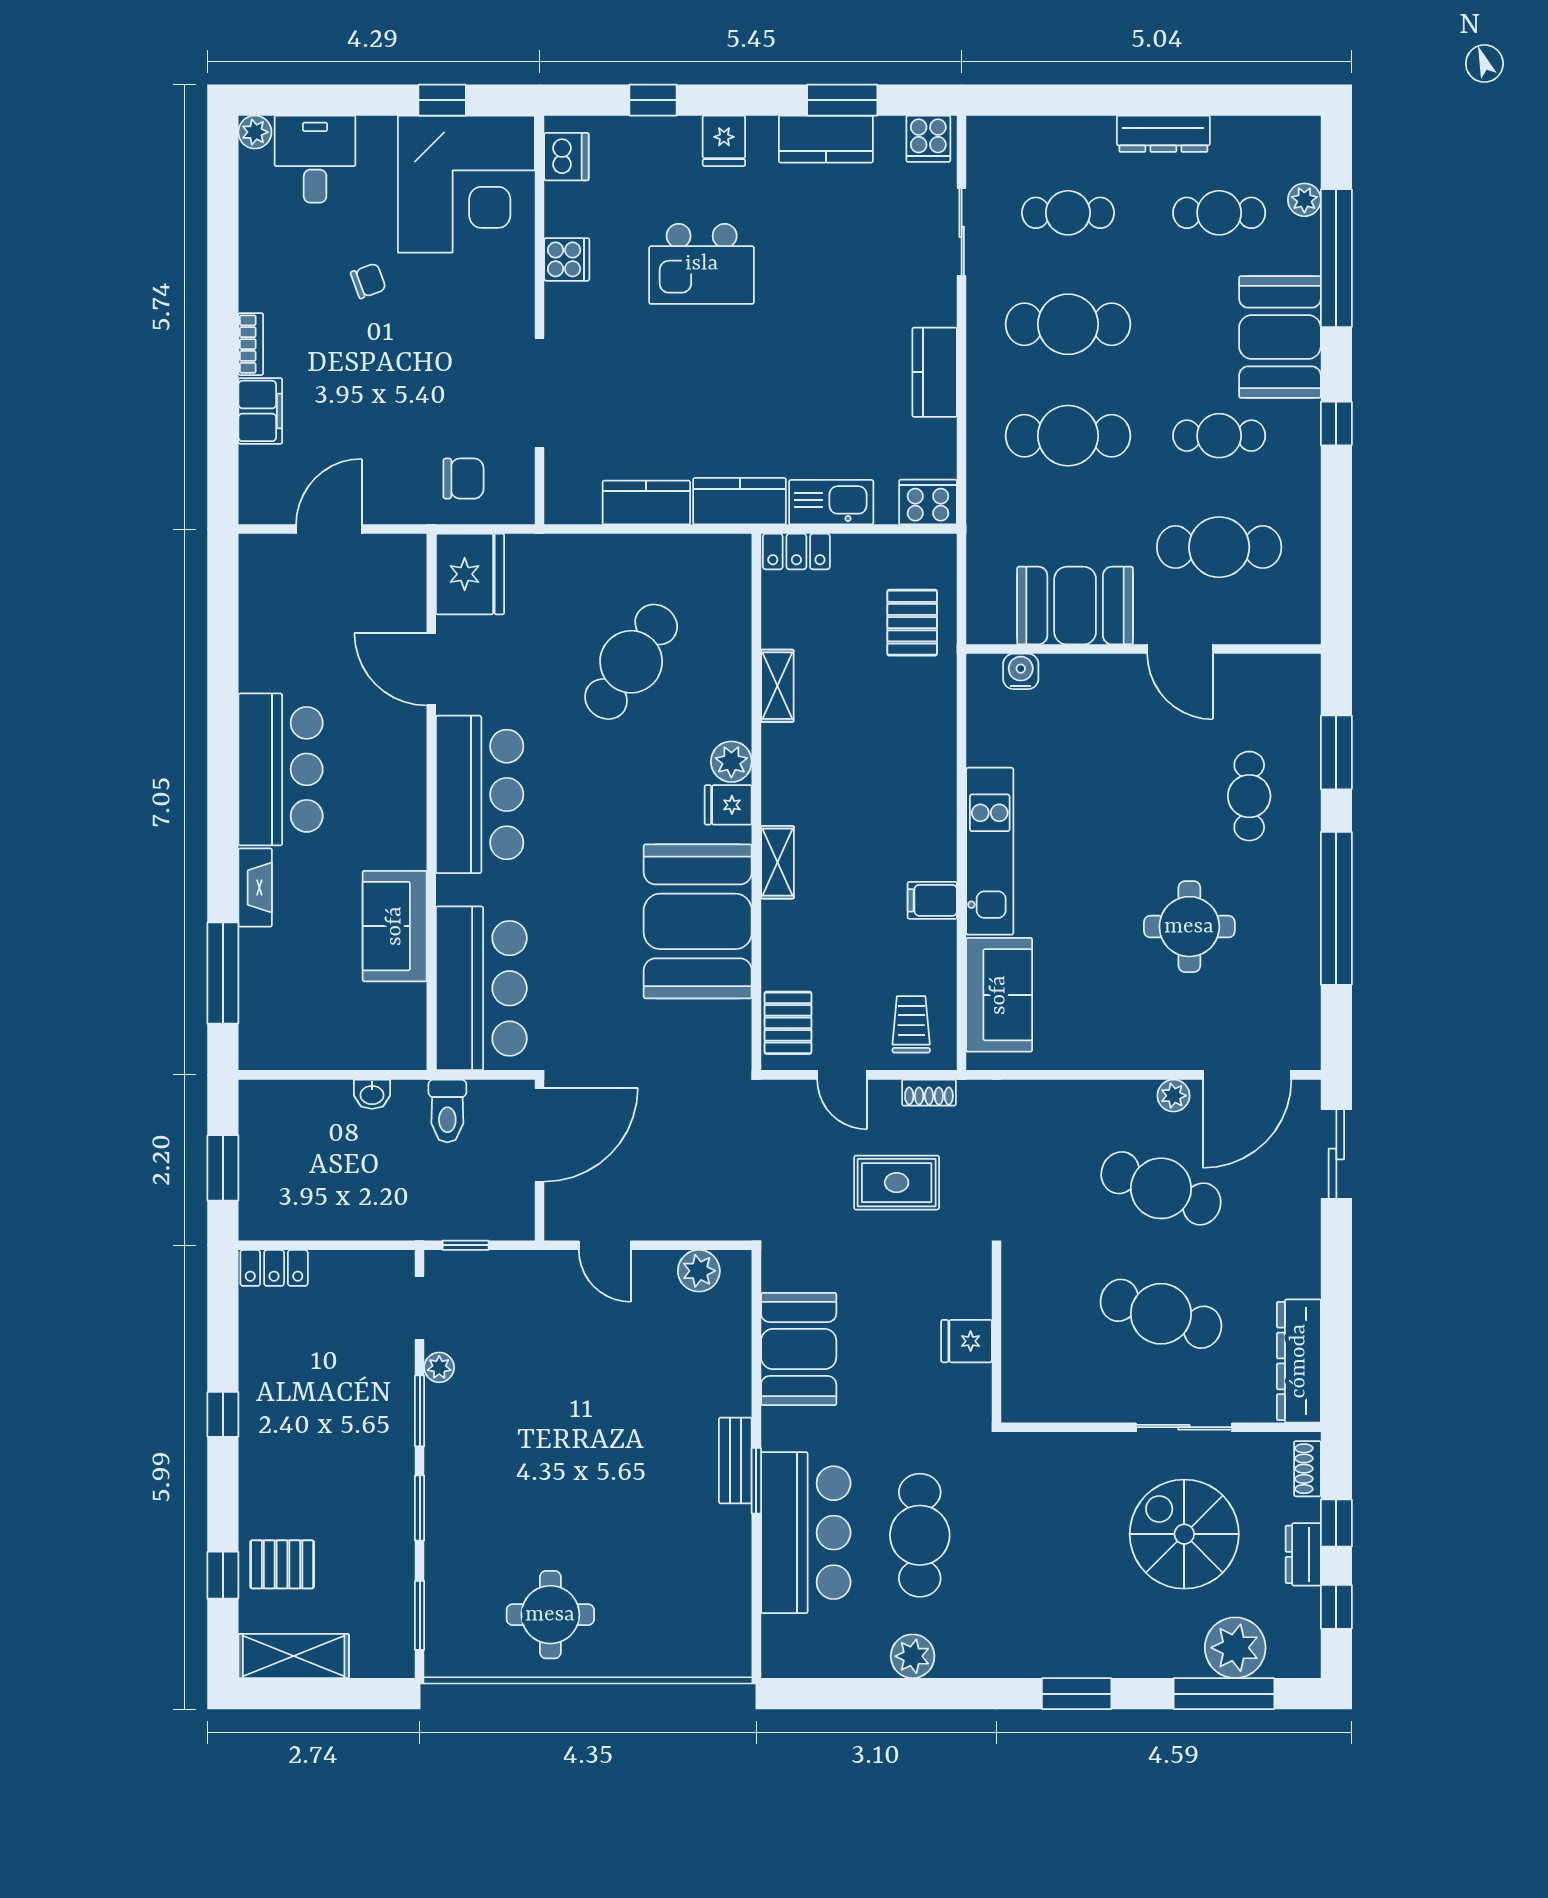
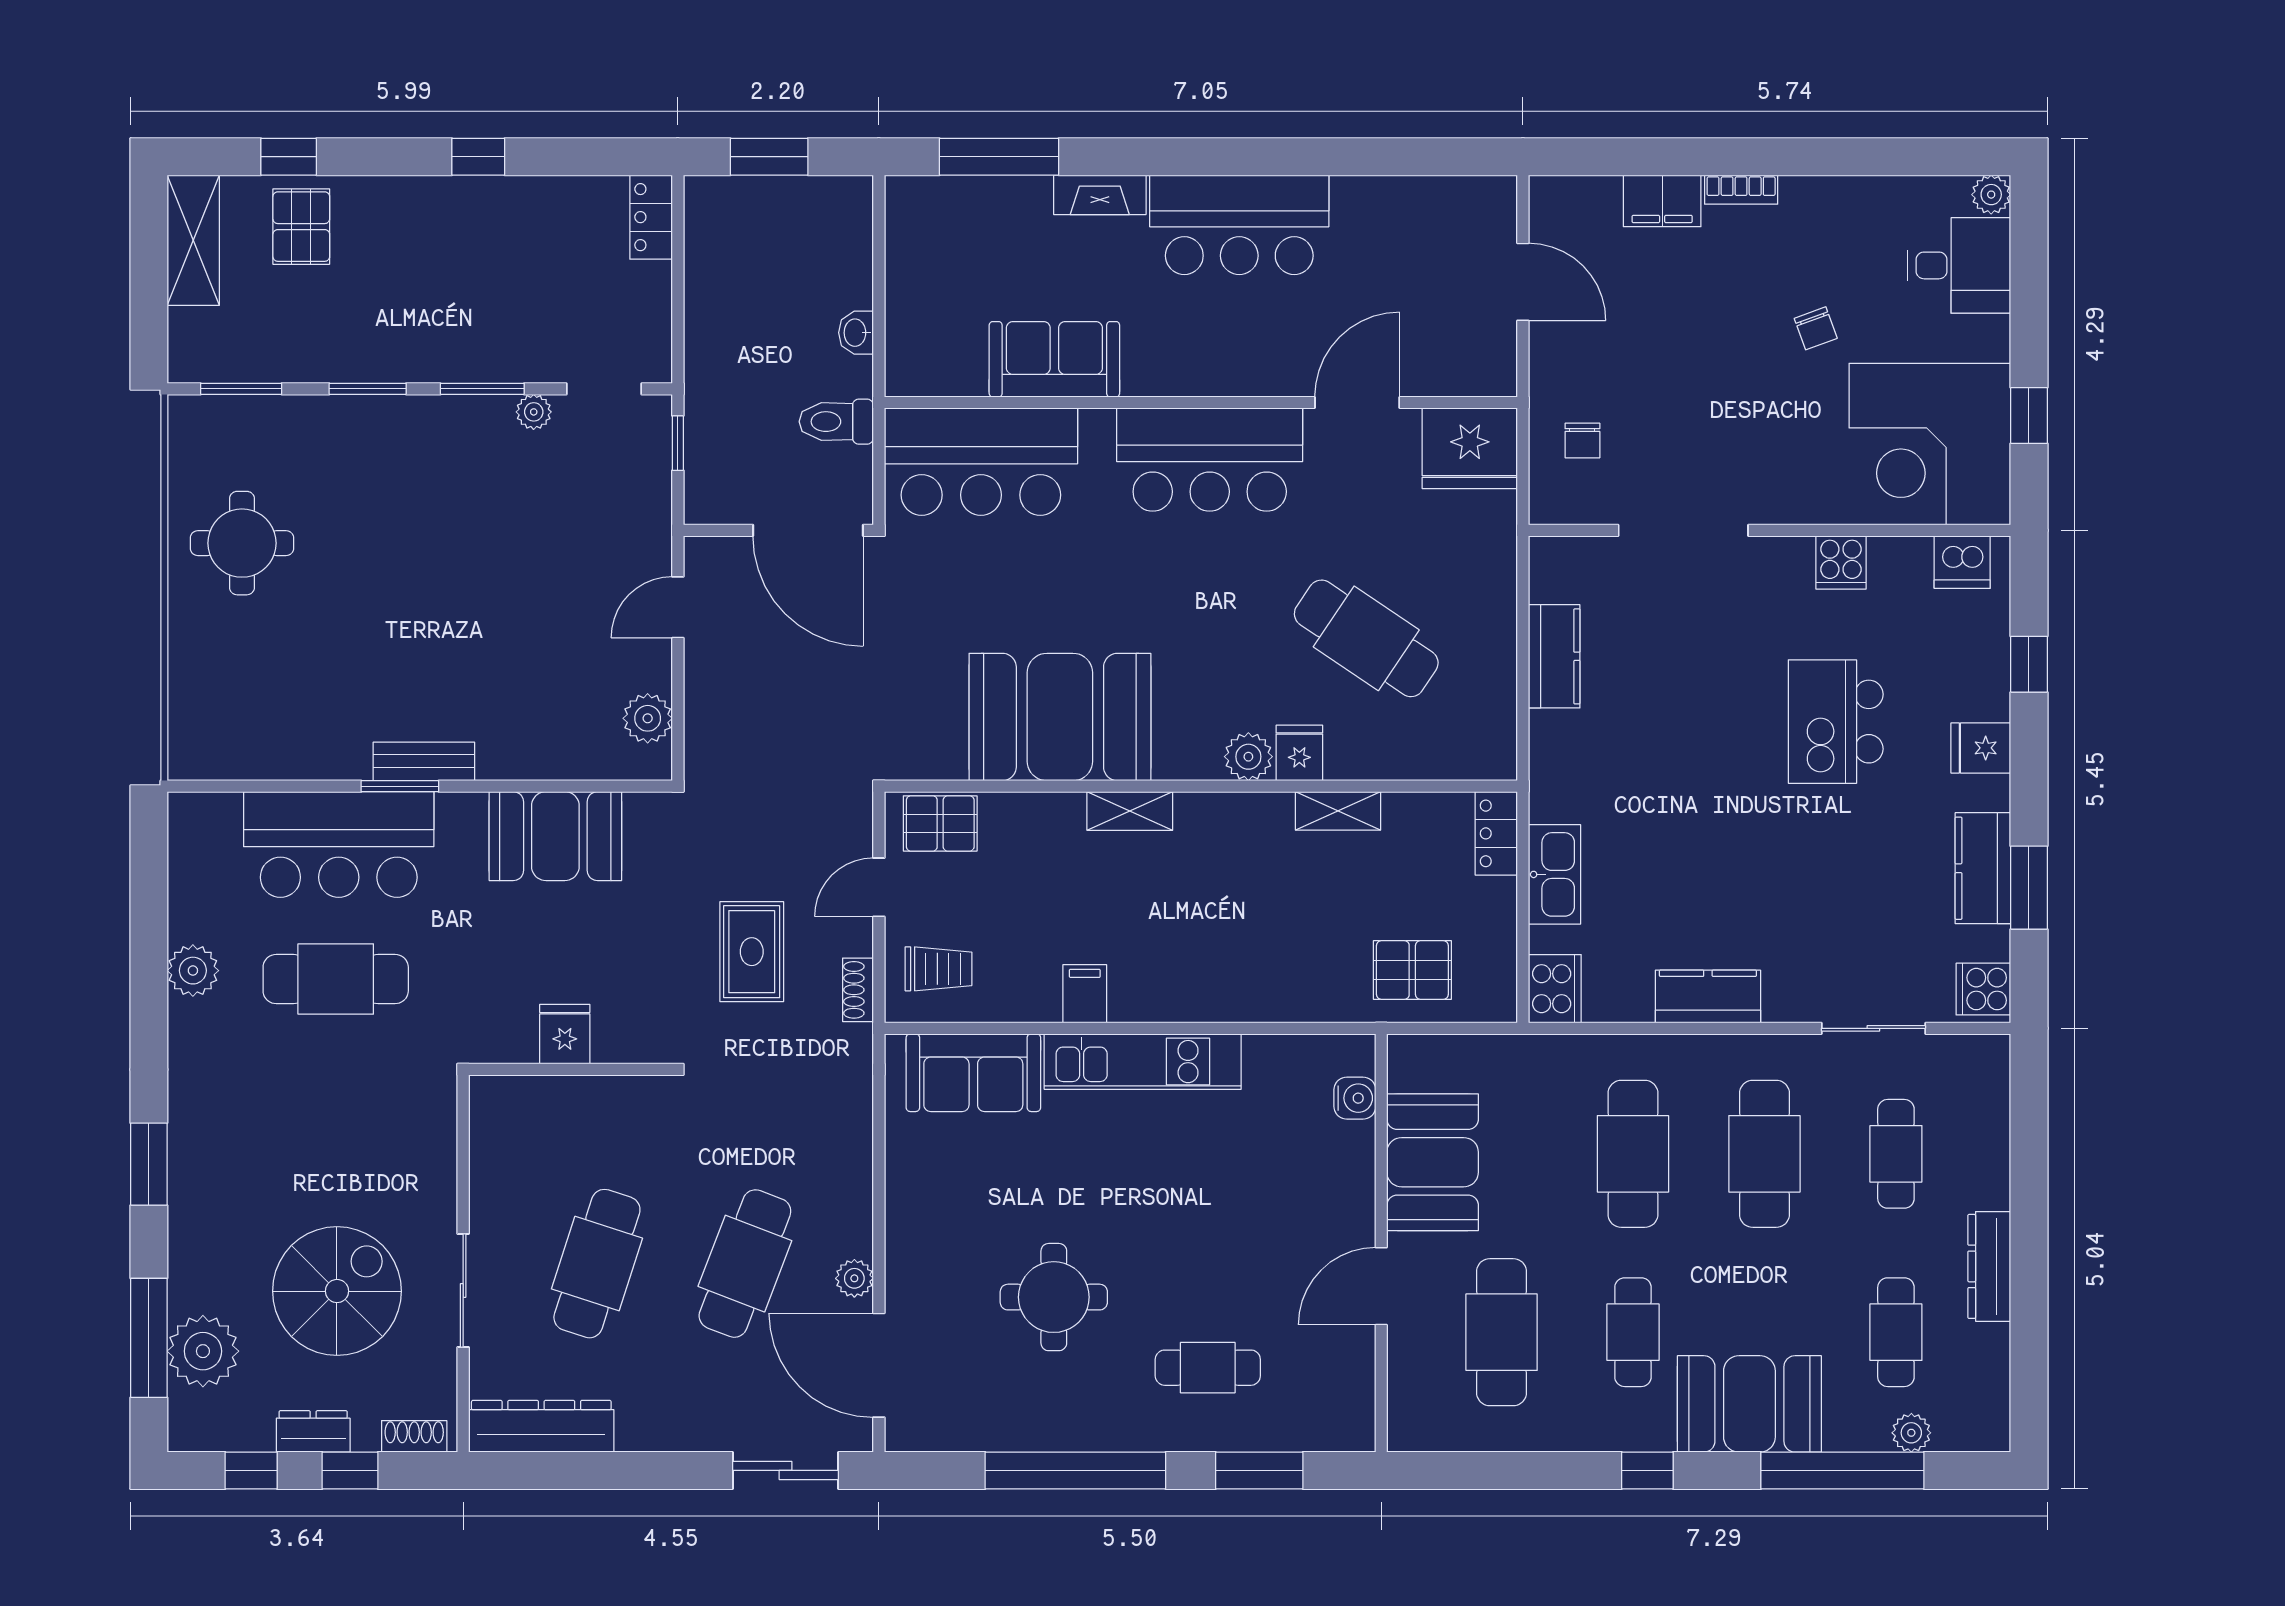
chair: (463, 479) -> (1582, 441), width x0.73, depth x0.73
kitchen counter: (740, 501) -> (1556, 766), removed
fridge: (728, 805) -> (1299, 753), moved

